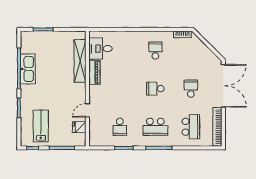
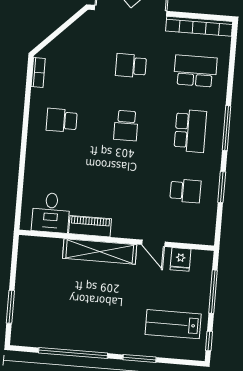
shelving: (80, 61) -> (100, 251), moved
kitchen sink: (28, 69) -> (75, 338), removed

